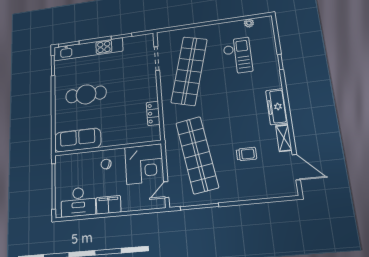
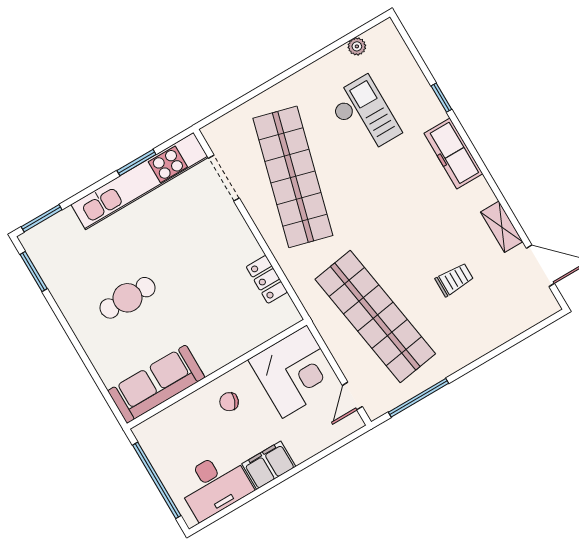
kitchen unit: (88, 49) -> (140, 181), moved
cafe table: (86, 94) -> (127, 298), width x0.73, depth x0.74
freezer: (277, 107) -> (453, 153), moved

